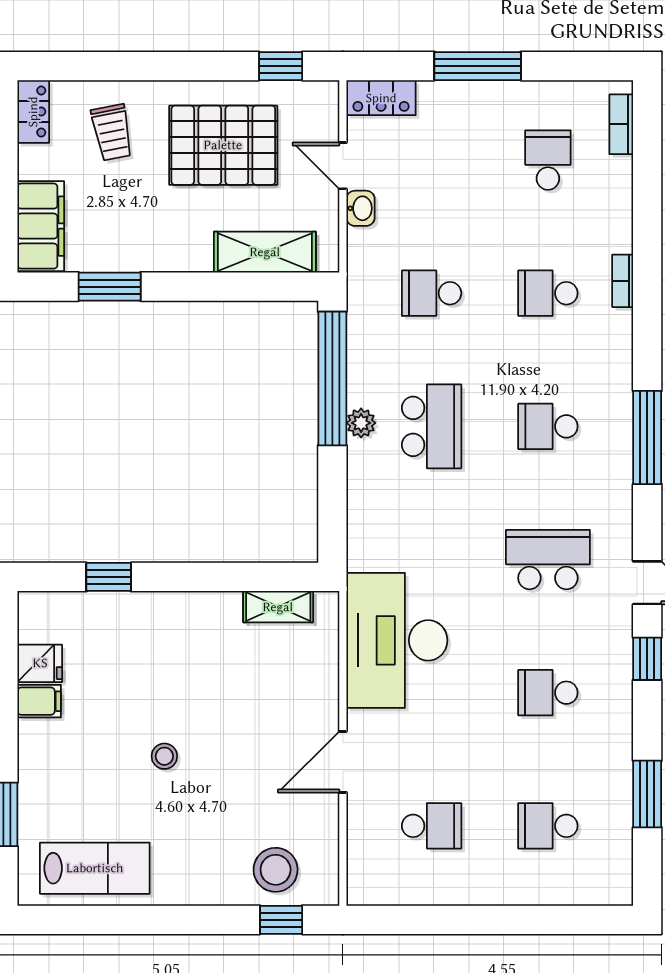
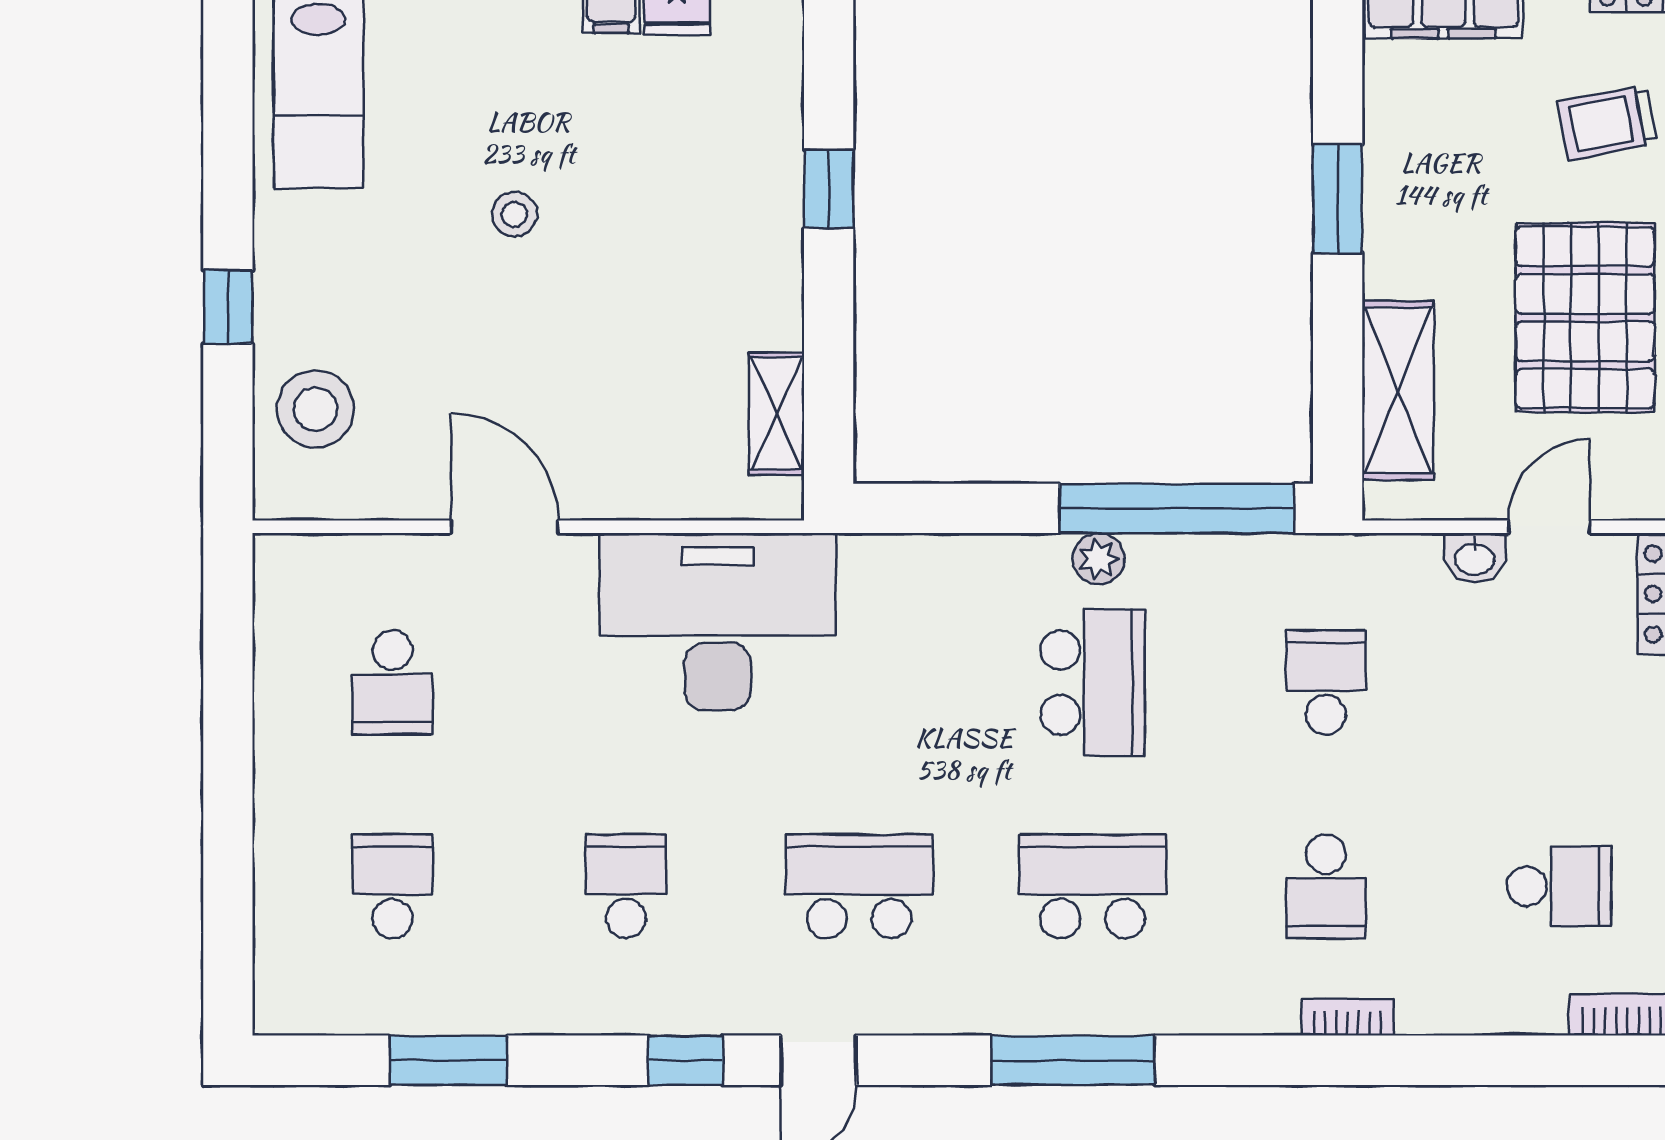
window: (110, 287) -> (1338, 199), moved
school desk: (548, 293) -> (1326, 886), turned 180
school desk: (432, 426) -> (1093, 682), turned -90
school desk: (548, 426) -> (1093, 886), width x1.85
school desk: (548, 560) -> (859, 886), turned -90
window: (109, 577) -> (829, 189), moved
window: (281, 920) -> (228, 307), moved

